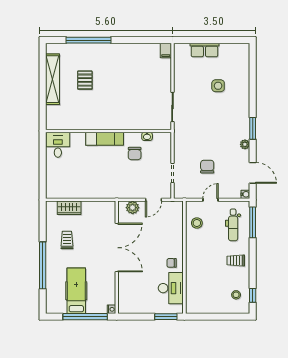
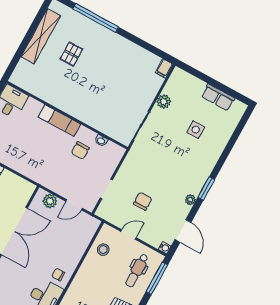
row of seats: (204, 50) -> (218, 97), moved
plant: (180, 77) -> (164, 102), added

